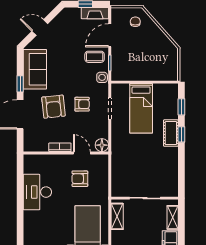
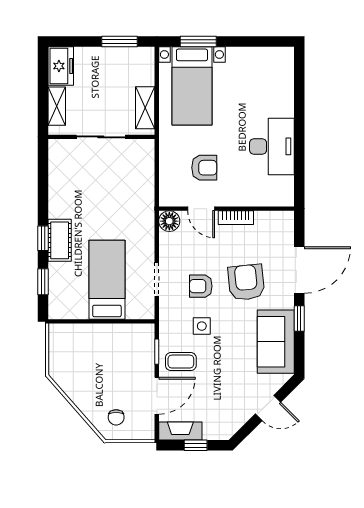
side table: (102, 77) -> (202, 326), moved

